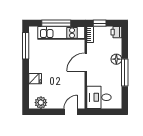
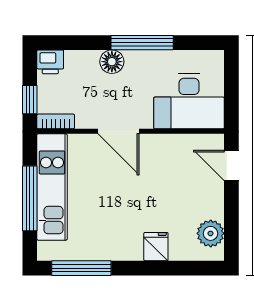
desk: (99, 97) -> (189, 101), width x1.37

